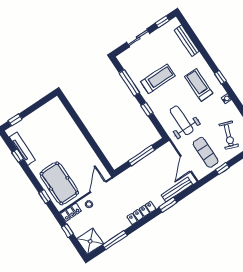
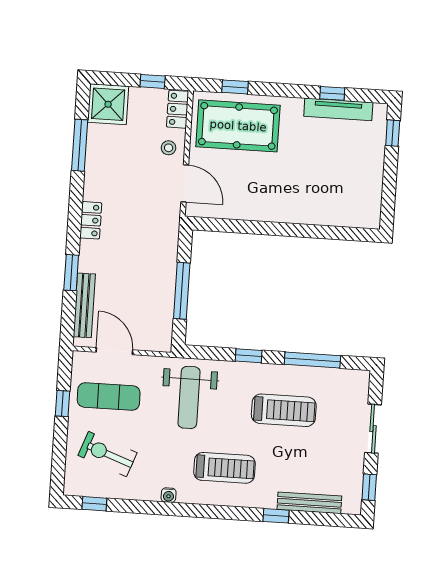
window: (220, 77) -> (276, 516), moved
treadmill: (158, 79) -> (284, 410), turned -90
weight bench: (182, 120) -> (189, 397), turned 90
locker: (141, 213) -> (91, 220), width x0.66

